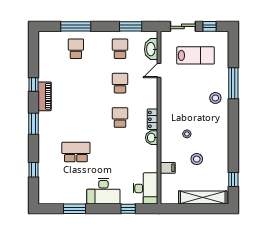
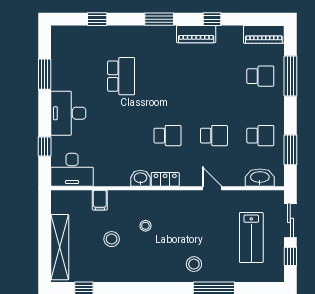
piano: (45, 46) -> (264, 34), added
door: (159, 70) -> (212, 188), moved

